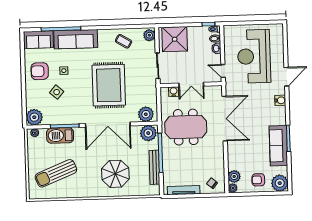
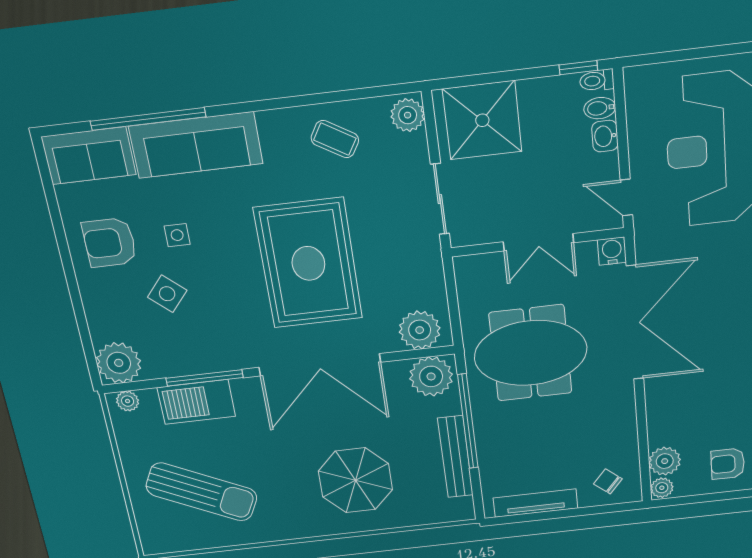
water cooler: (174, 92) -> (612, 251), moved
sun lounger: (56, 173) -> (202, 492), turned -132

